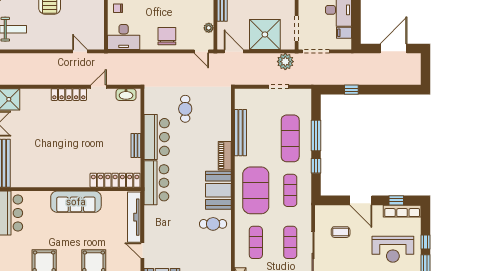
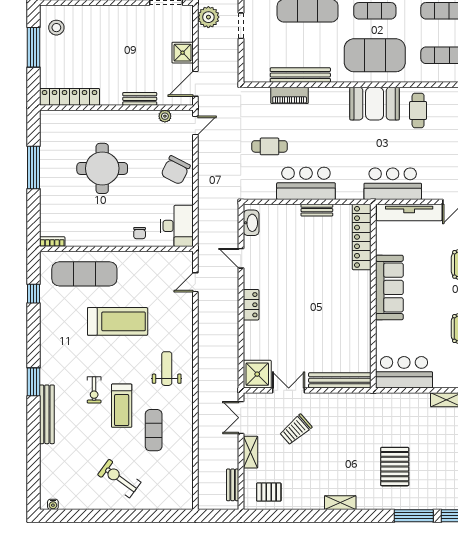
shower: (265, 34) -> (183, 53), width x0.54, depth x0.54
chair: (167, 36) -> (176, 170), turned -63
locker: (69, 95) -> (251, 305), width x0.66
piano: (225, 156) -> (290, 95), moved
bar counter: (156, 183) -> (393, 184), moved

